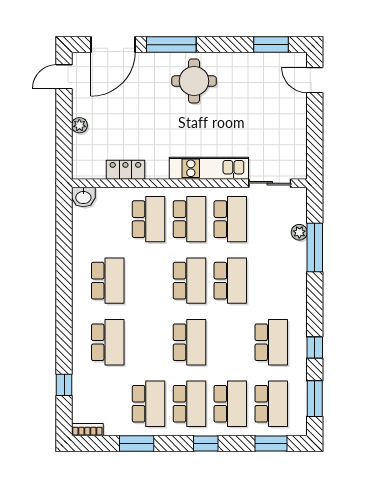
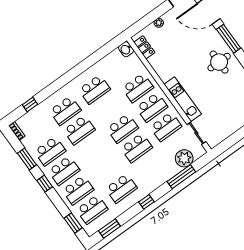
locker: (125, 170) -> (144, 47), moved
plant: (299, 232) -> (184, 158), width x1.88, depth x1.88
school desk: (189, 342) -> (79, 130), moved
window: (315, 347) -> (146, 202), moved
window: (206, 443) -> (45, 184), moved

